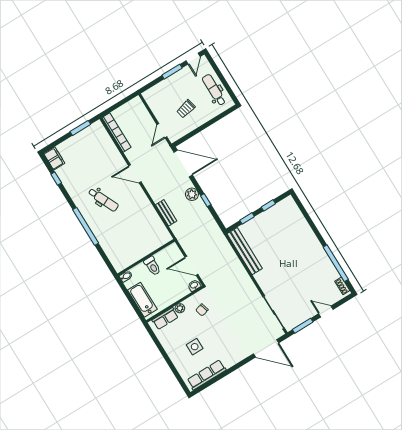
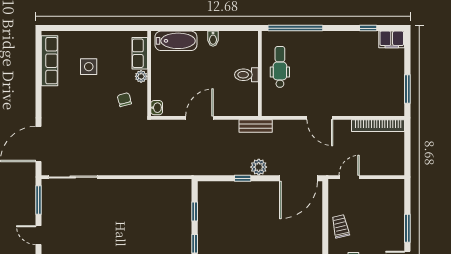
trolley: (186, 109) -> (340, 226), moved
door: (162, 131) -> (349, 177), hinge flipped
door: (135, 174) -> (320, 118), swing flipped
dental chair: (103, 200) -> (280, 67), moved, turned 115
bench: (245, 251) -> (160, 187), removed
wall: (146, 258) -> (260, 74), moved
toilet: (152, 266) -> (246, 75), moved
door: (191, 266) -> (199, 118), moved
door: (326, 312) -> (38, 235), swing flipped

